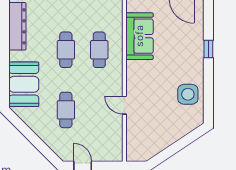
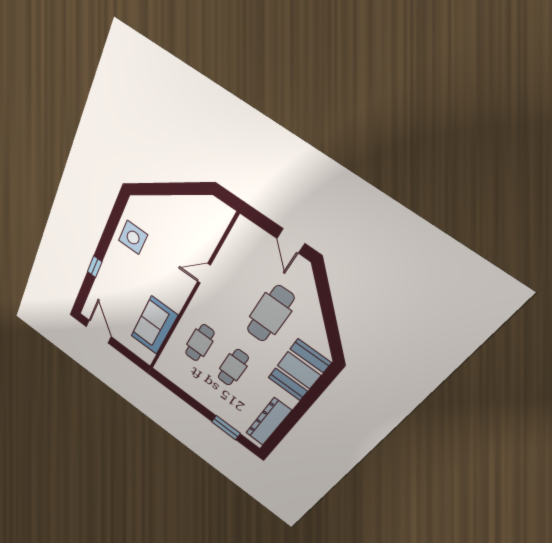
door: (124, 105) -> (204, 273), swing flipped
cafe table: (66, 110) -> (270, 314), width x1.37, depth x1.35

